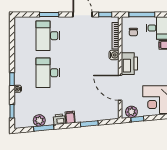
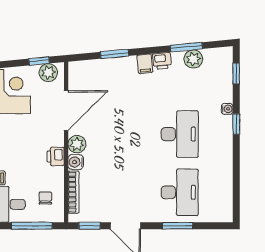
printer: (129, 64) -> (56, 156), width x0.53, depth x0.68
plant: (113, 66) -> (77, 144), added
door: (120, 88) -> (66, 111), hinge flipped

